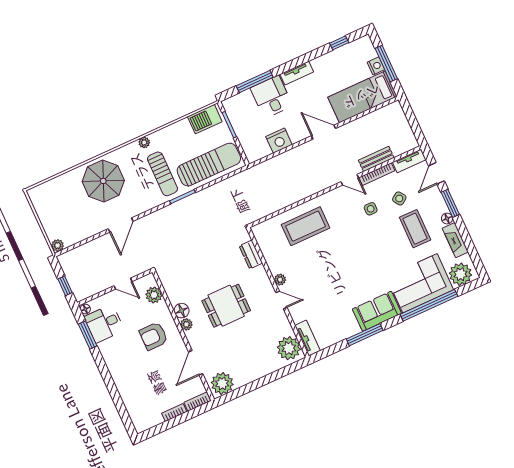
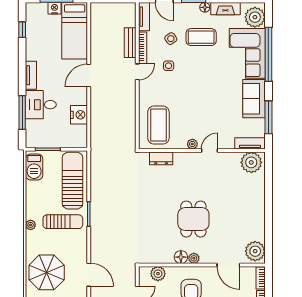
dresser: (251, 254) -> (161, 158), moved
plant: (280, 280) -> (192, 144), moved
wall: (278, 292) -> (202, 151), moved
door: (281, 300) -> (209, 151), moved
tv unit: (308, 338) -> (250, 143), moved
plant: (289, 348) -> (251, 162), moved

